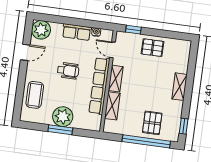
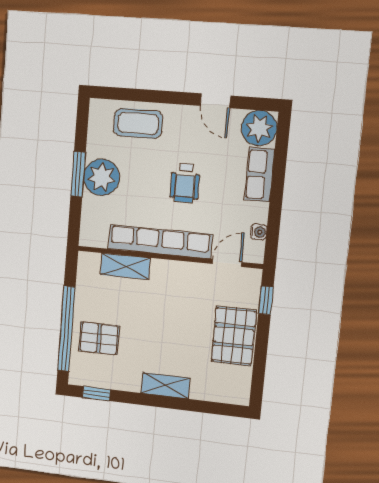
row of seats: (77, 32) -> (259, 175), moved
pallet: (152, 48) -> (234, 336), width x1.50, depth x1.42
shelving: (116, 79) -> (175, 271), removed

